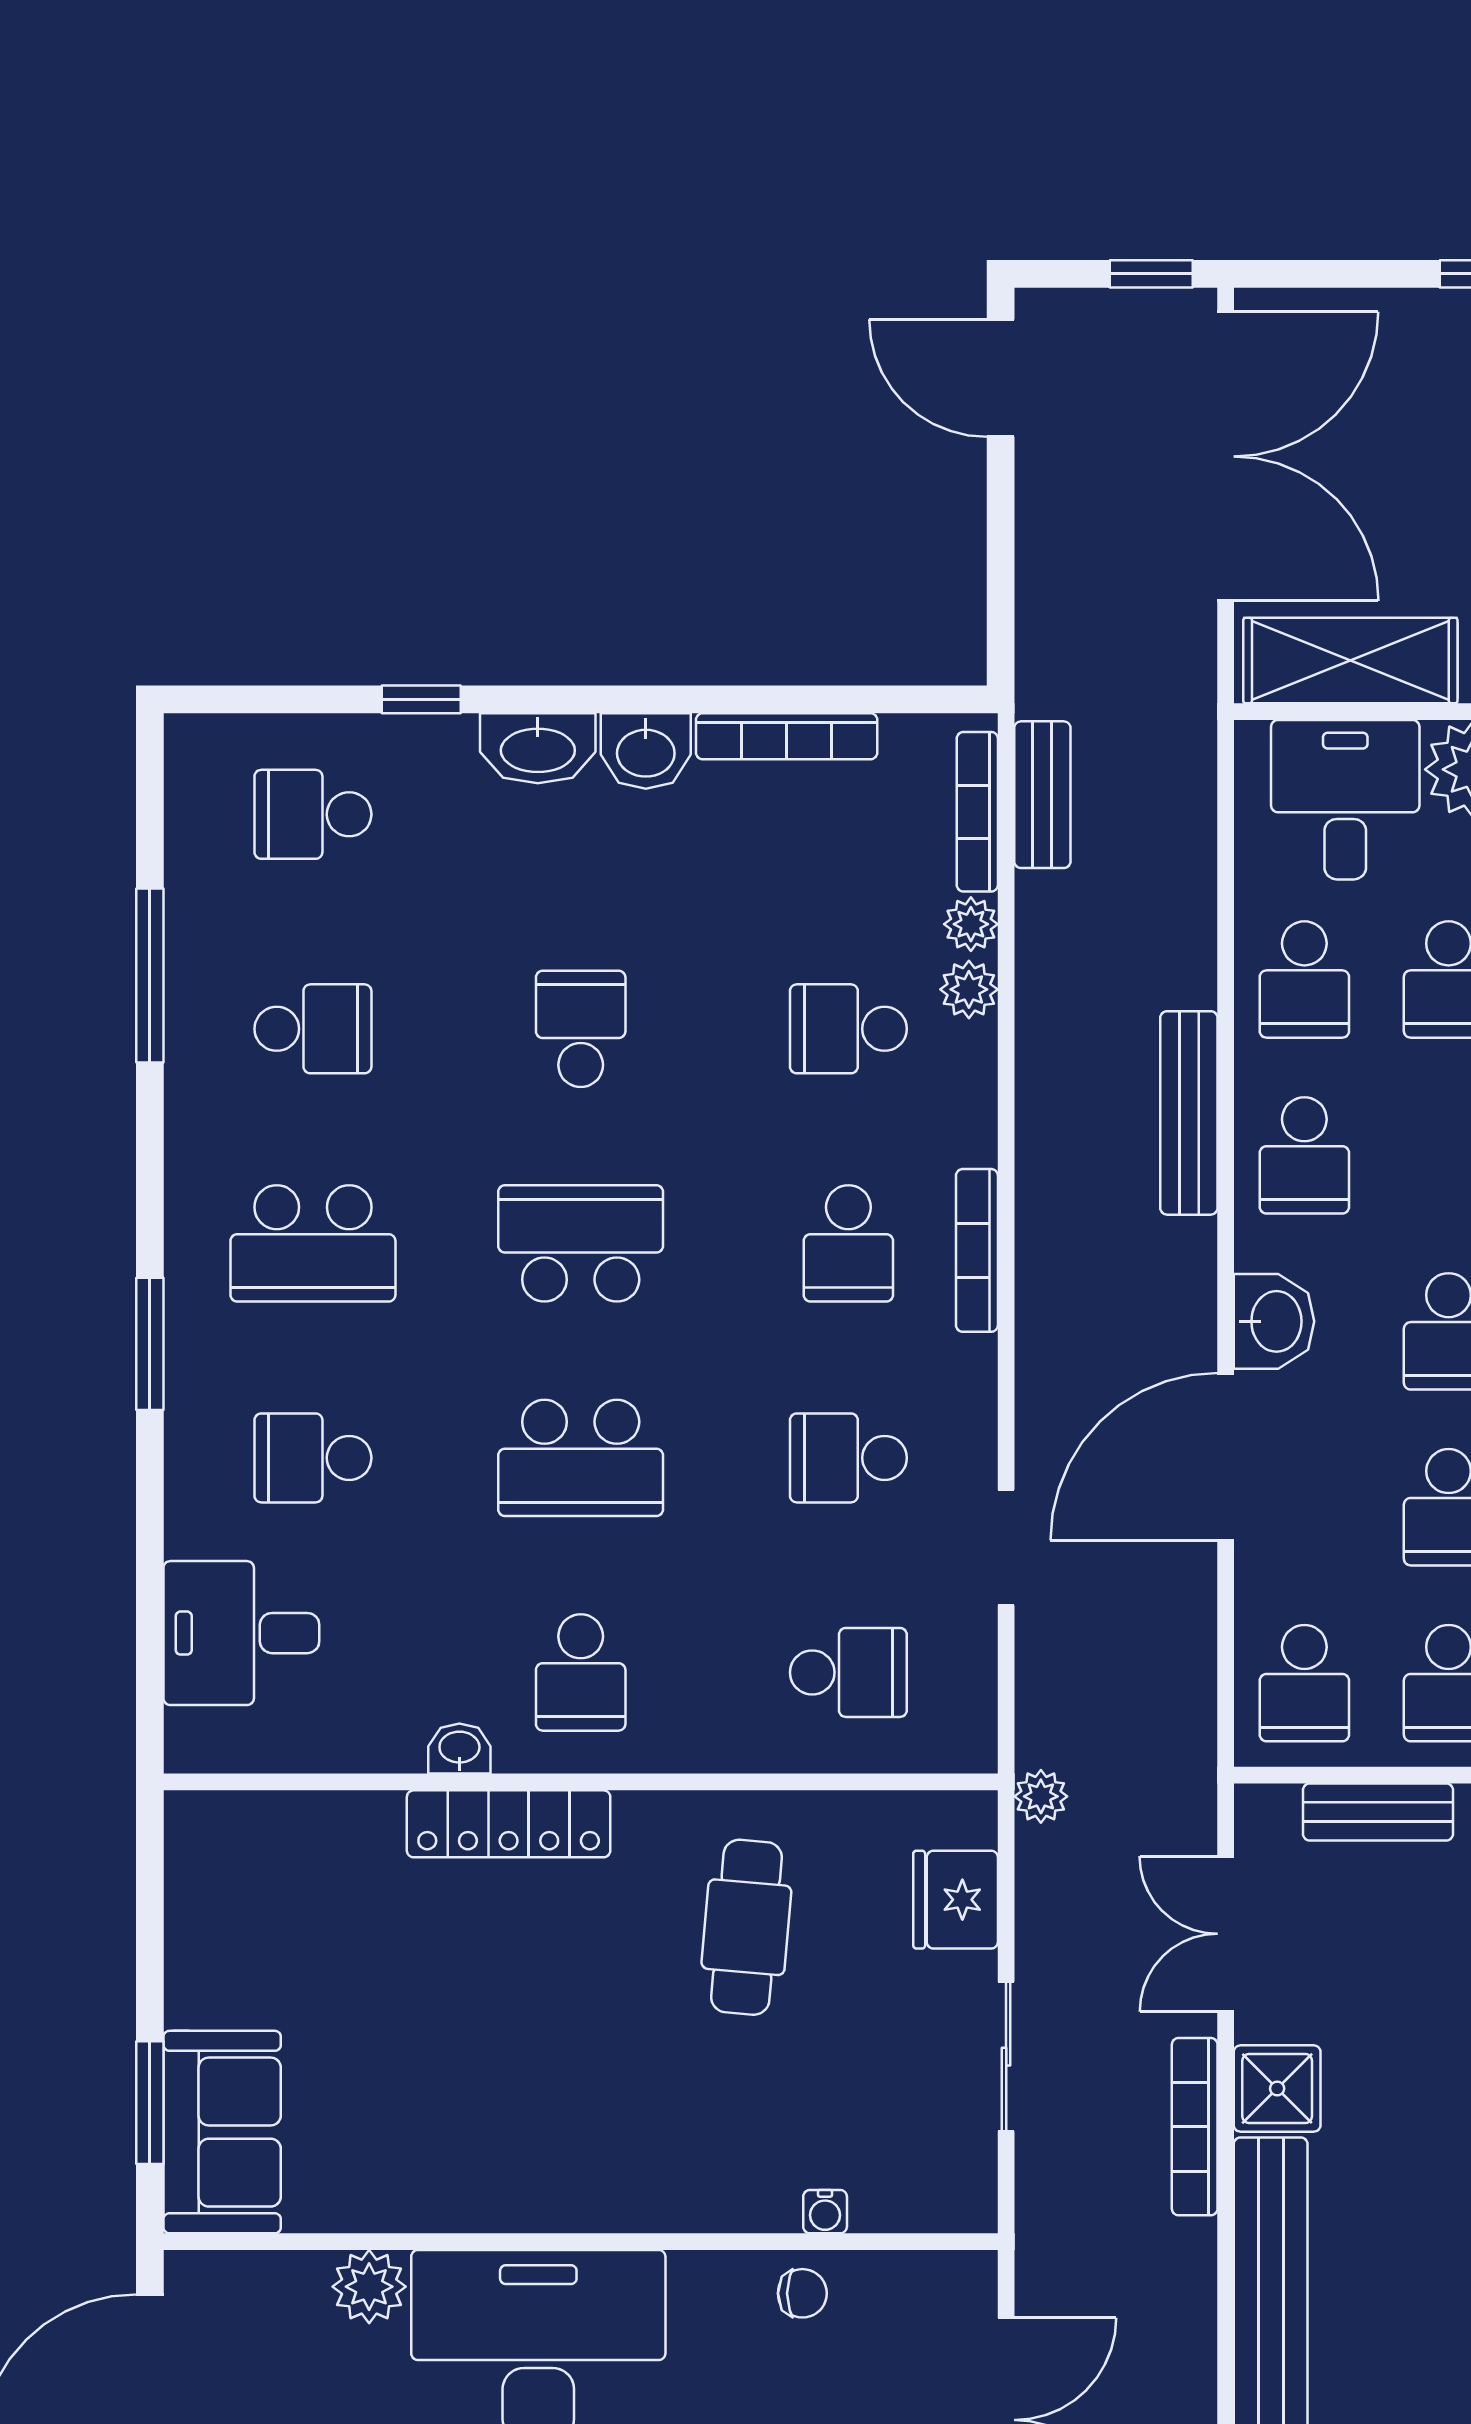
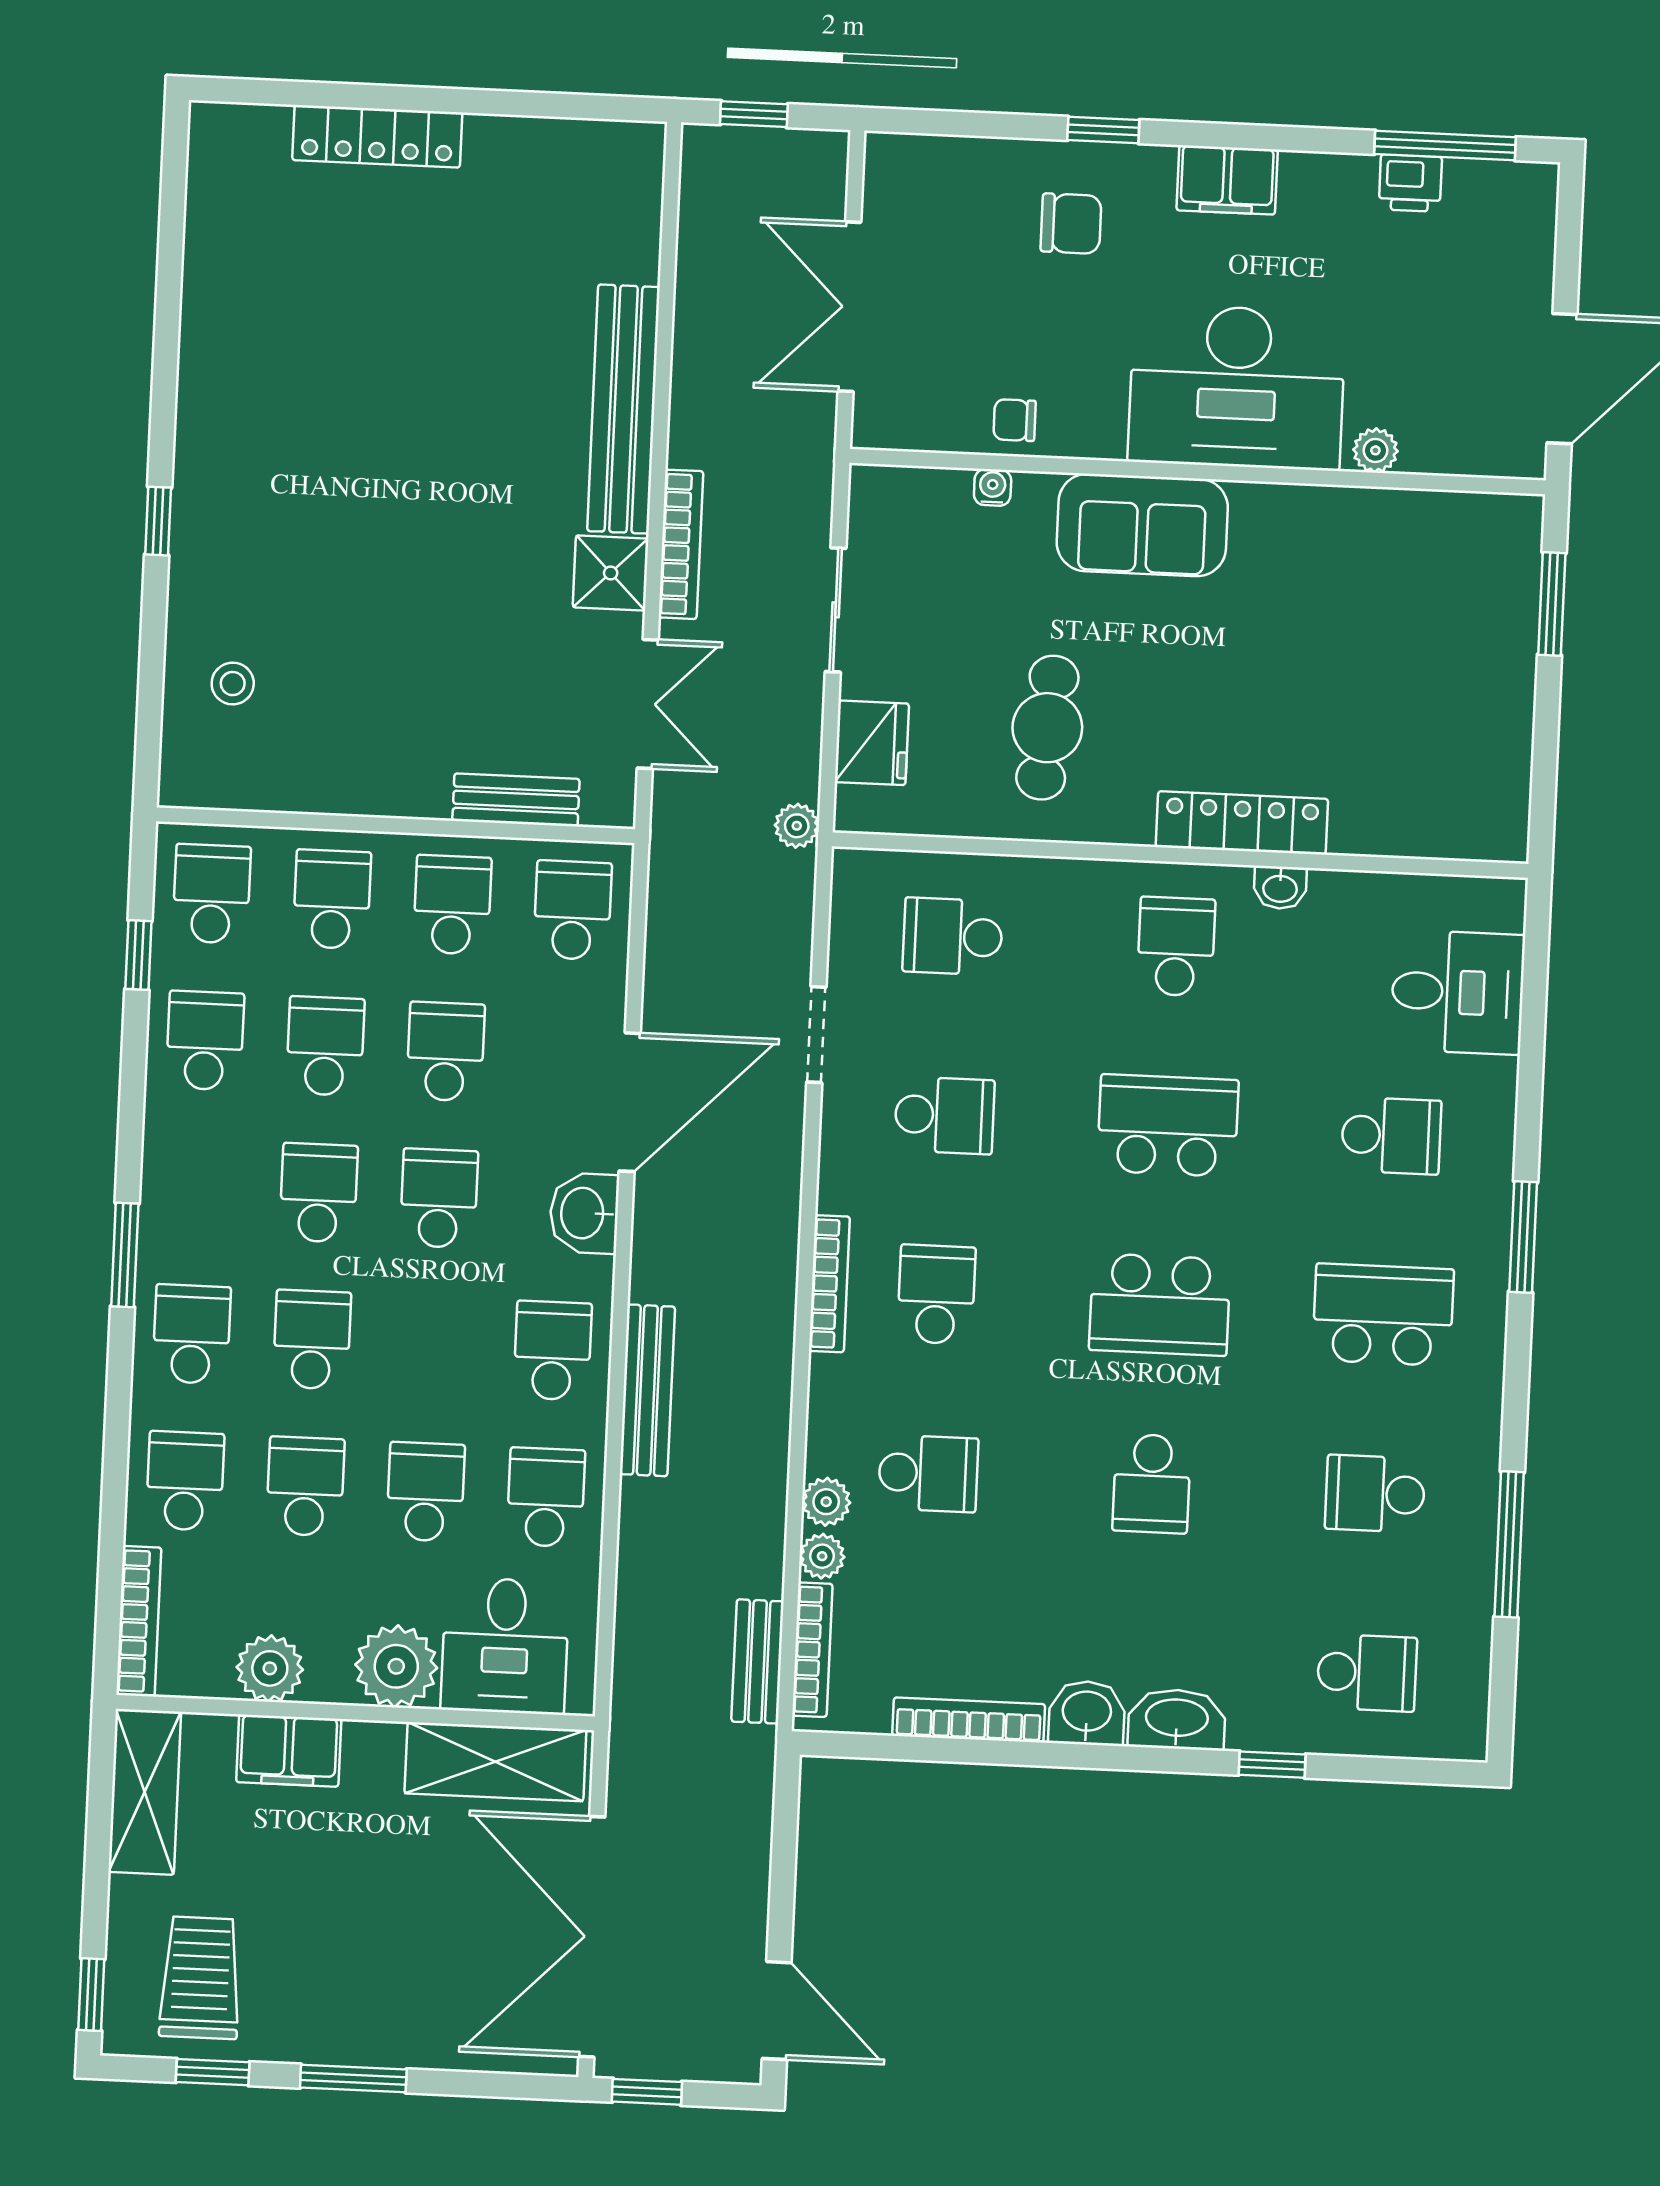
sofa: (222, 2132) -> (1142, 525), moved, turned -90
plant: (369, 2287) -> (1375, 450), width x0.73, depth x0.73

